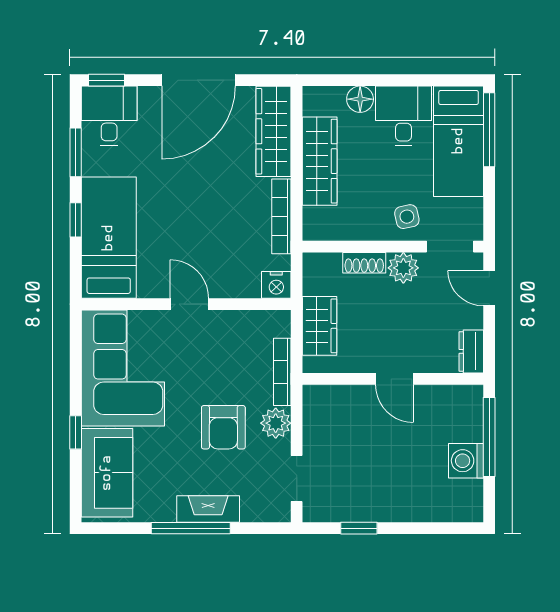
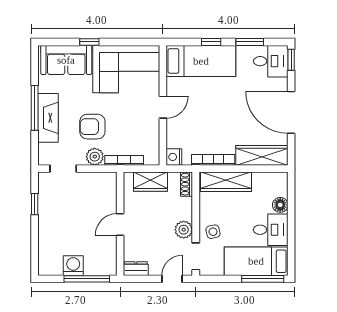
wardrobe: (320, 161) -> (226, 182), moved
shoe rack: (364, 263) -> (187, 184), moved
fireplace: (208, 509) -> (48, 118), width x1.37, depth x1.32

